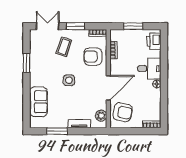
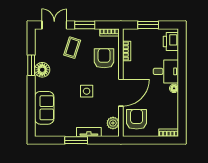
armchair: (93, 57) -> (104, 58), turned 90
floor lamp: (37, 67) -> (42, 70), added
side table: (69, 80) -> (87, 91), moved
armchair: (123, 112) -> (137, 119), turned -101
window: (57, 131) -> (76, 140), moved

